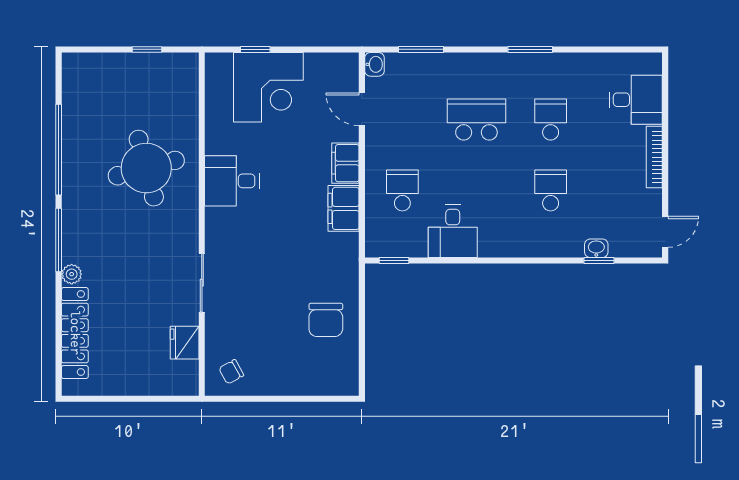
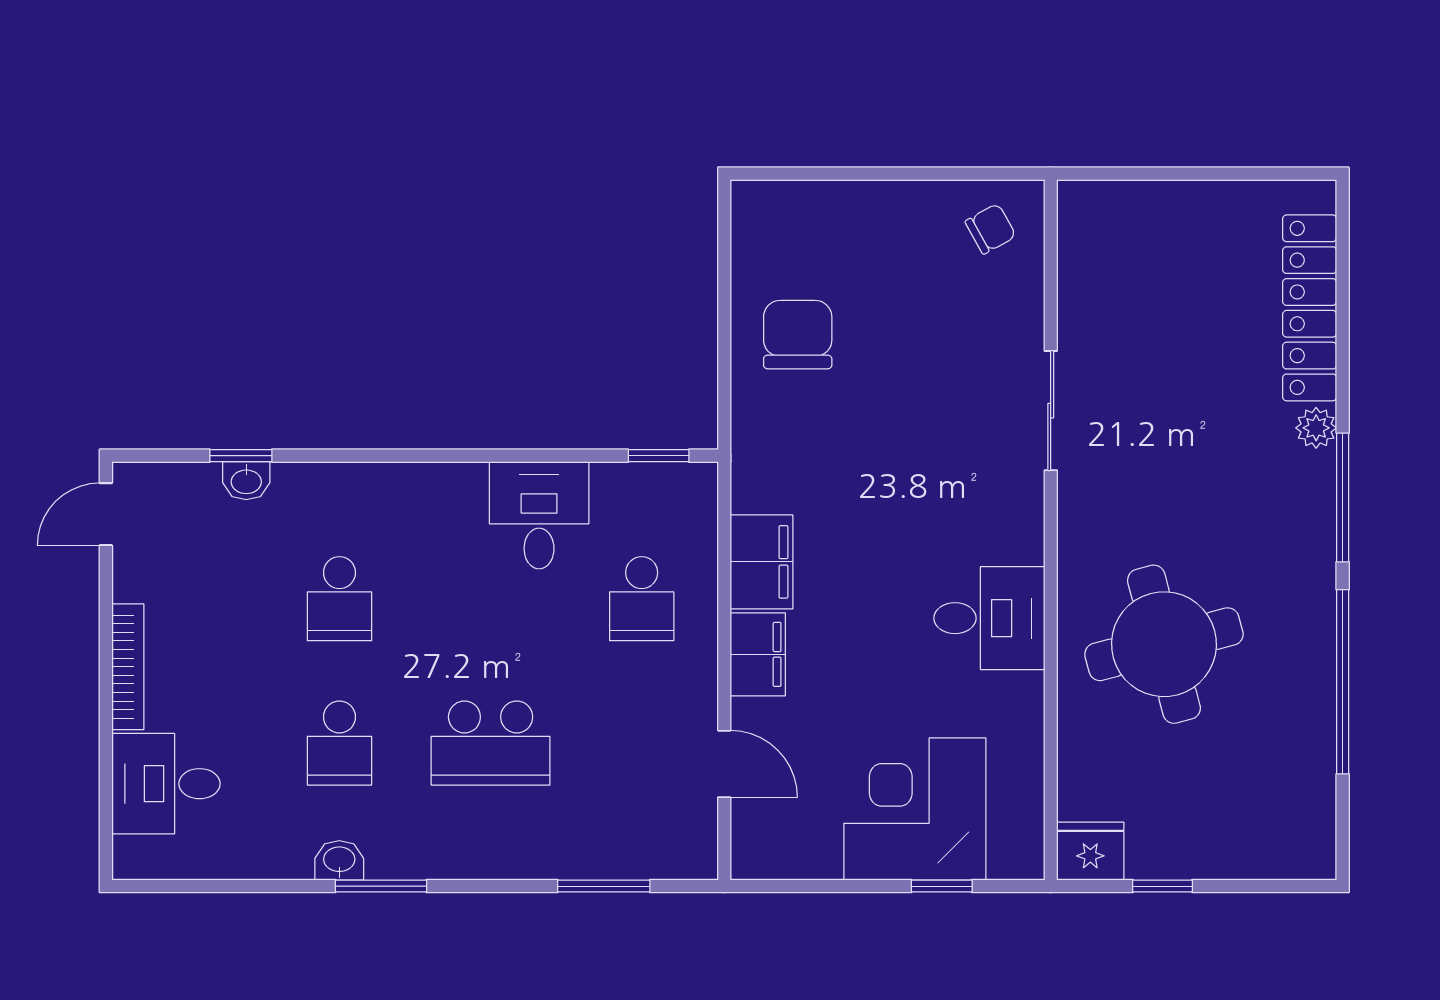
washbasin: (374, 64) -> (339, 860), moved, turned 90
fridge: (185, 343) -> (1090, 851), moved, turned -90

